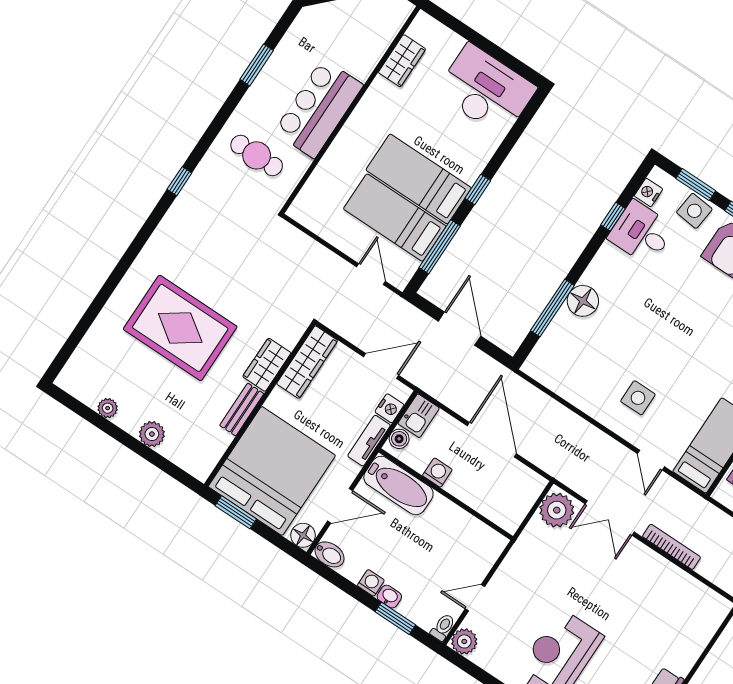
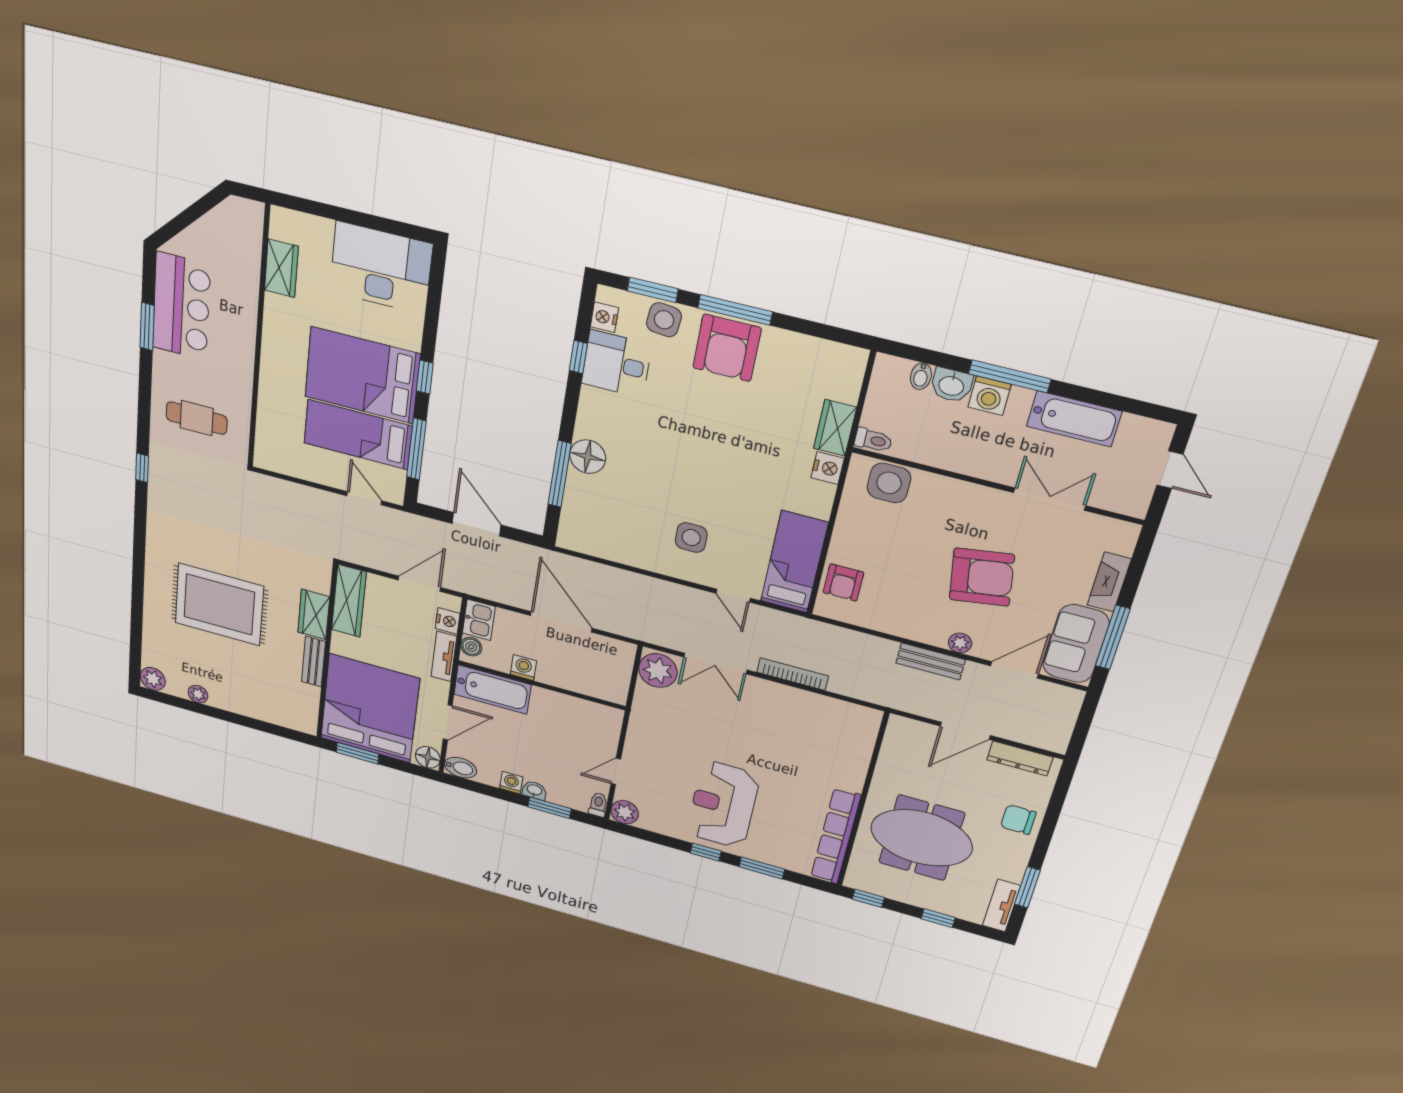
bar counter: (318, 108) -> (181, 306), moved, turned 180
bed: (419, 179) -> (362, 375), width x1.50
plant: (152, 434) -> (153, 679), moved

